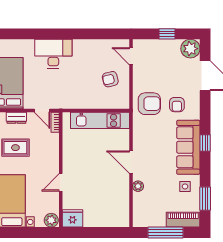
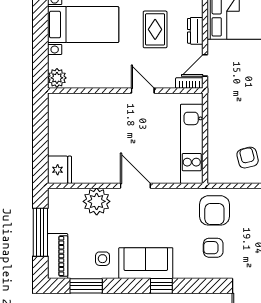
sofa: (188, 147) -> (146, 263), width x0.73
door: (131, 162) -> (135, 186), hinge flipped
door: (61, 182) -> (143, 91), moved
plant: (138, 186) -> (97, 201), width x1.87, depth x1.87
fridge: (72, 218) -> (59, 170), moved

